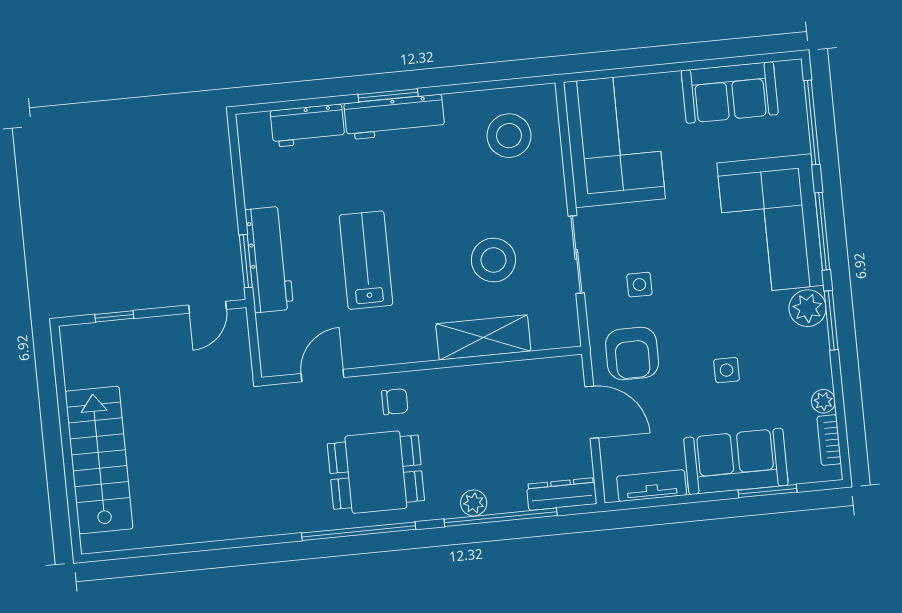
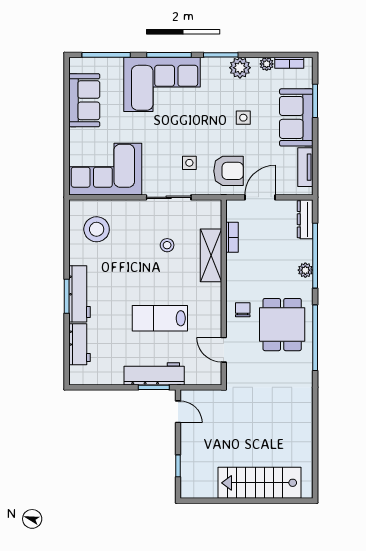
stool: (493, 260) -> (167, 245), width x0.53, depth x0.53
plant: (808, 308) -> (240, 68), moved
bookcase: (518, 371) -> (232, 237), added

